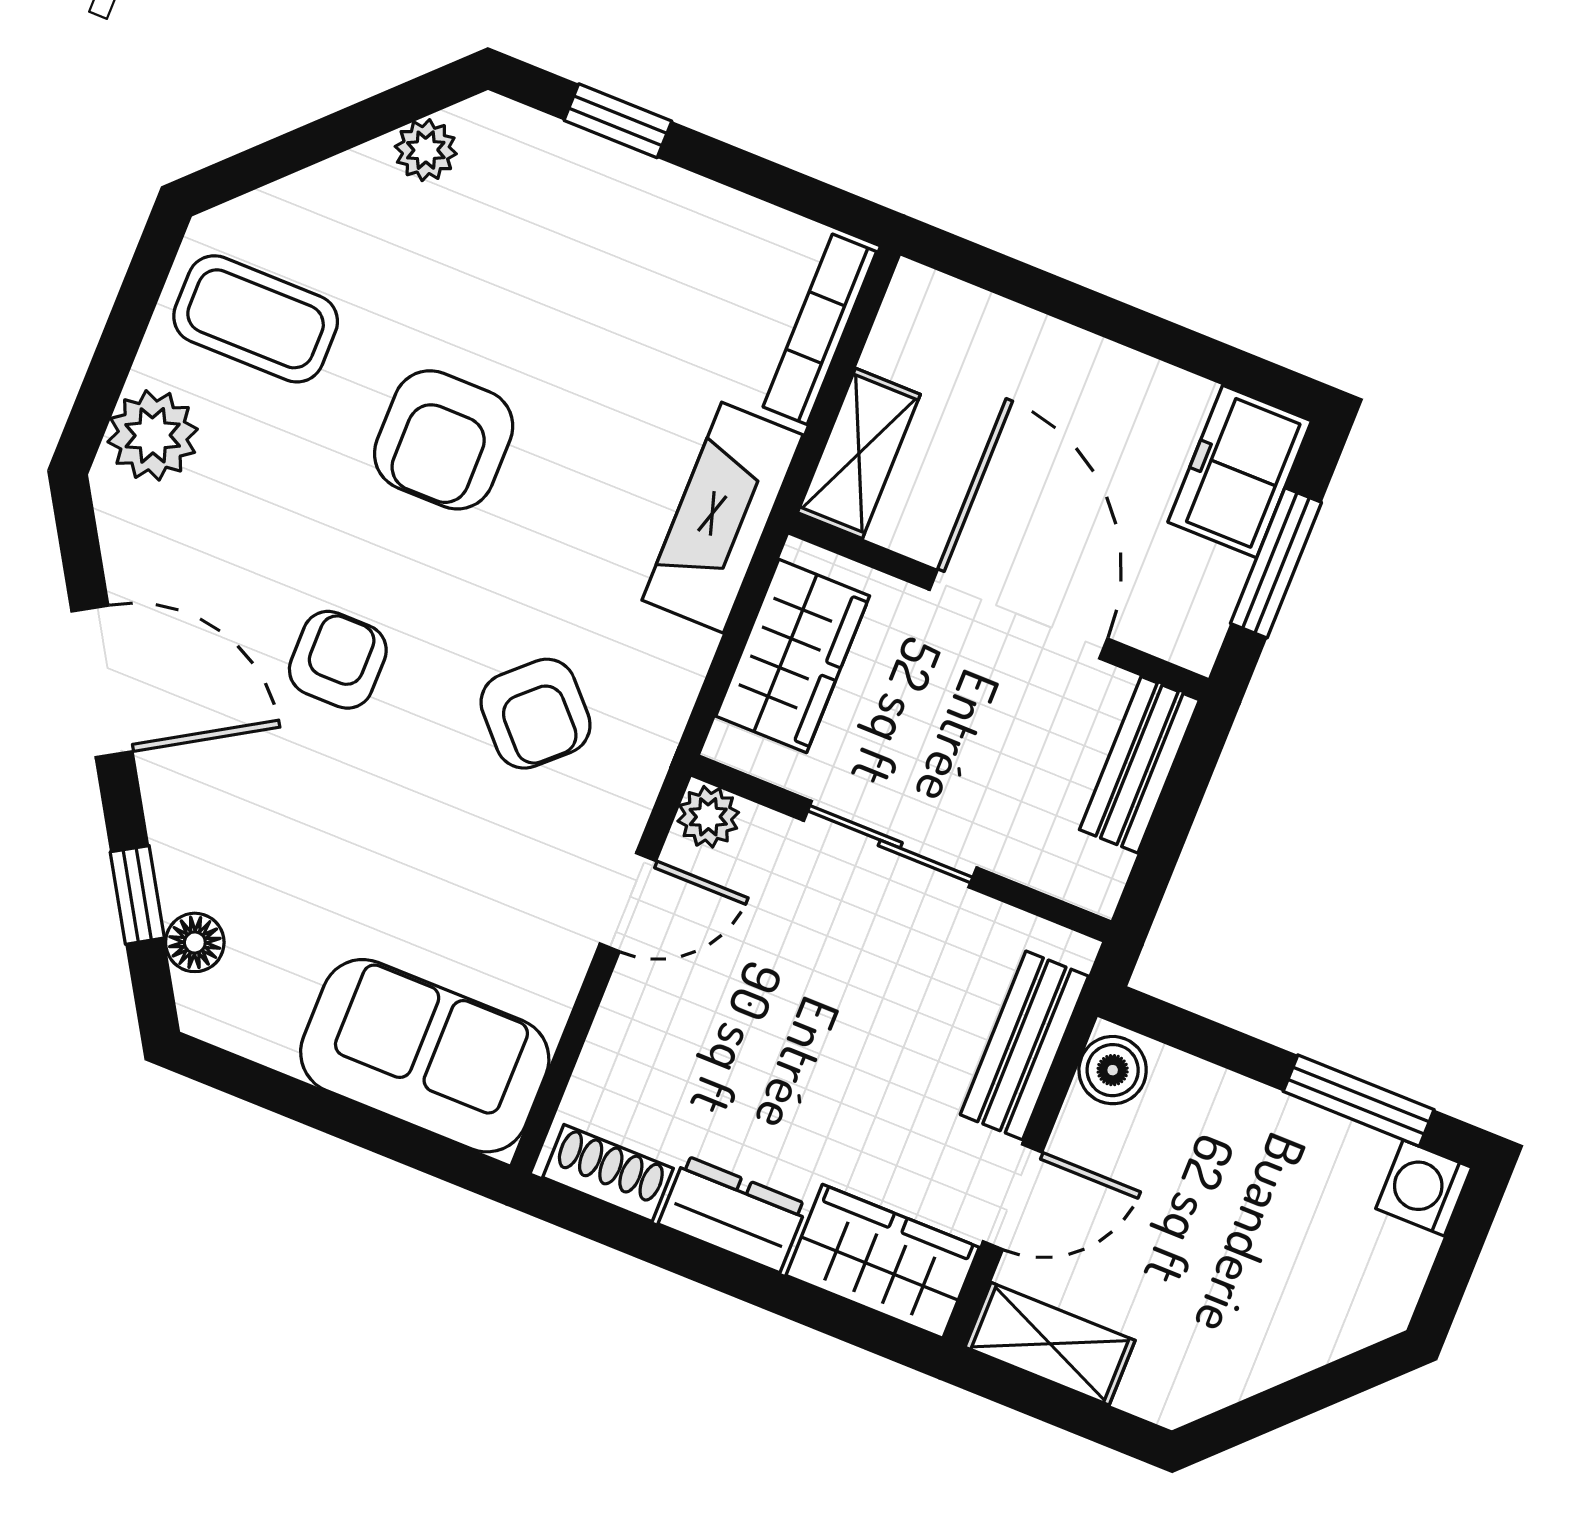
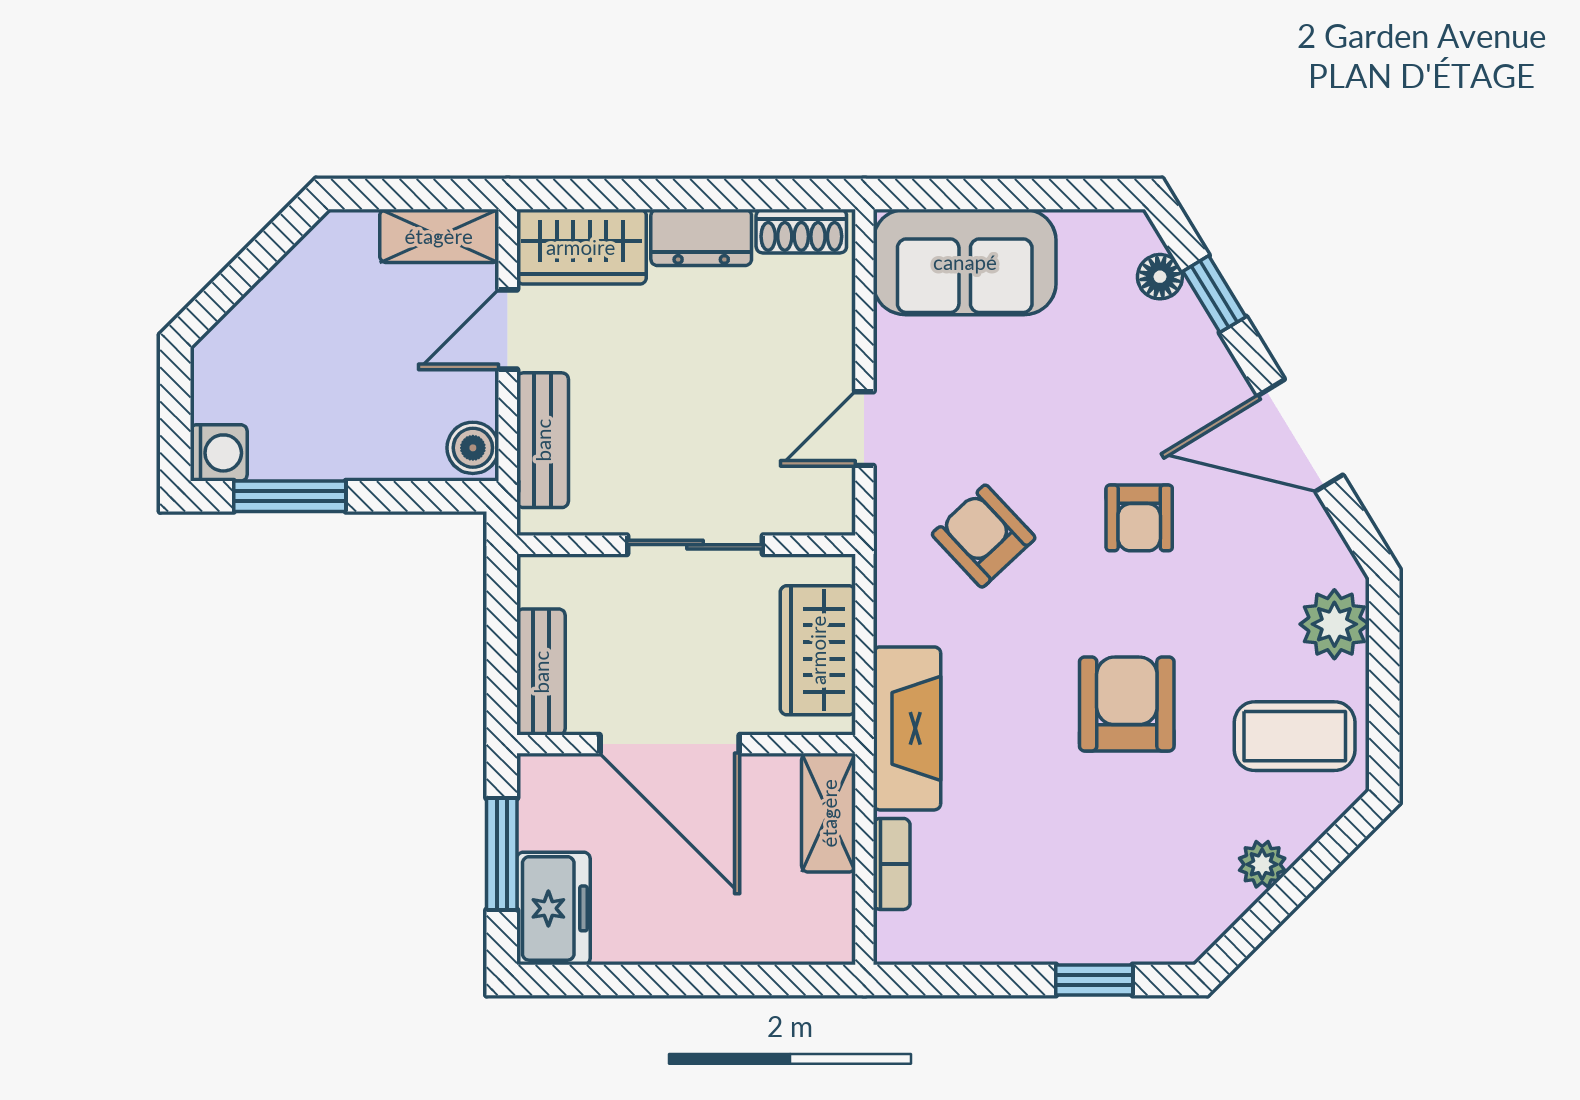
plant: (426, 150) -> (1262, 864), moved
bookcase: (820, 329) -> (892, 864), width x0.64
plant: (708, 817) -> (832, 512), removed

